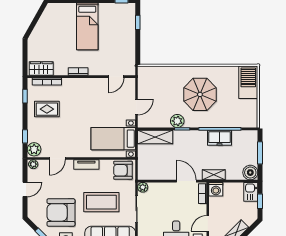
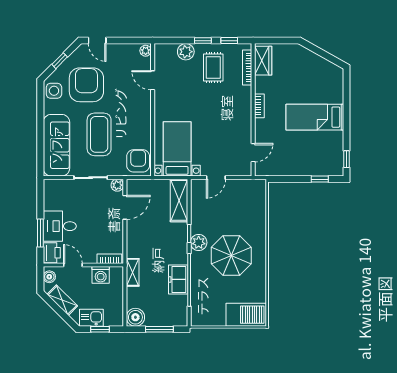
door: (116, 77) -> (253, 153), swing flipped
door: (137, 107) -> (216, 178), hinge flipped
plant: (177, 121) -> (199, 243), moved
window: (25, 136) -> (203, 41), moved
plant: (34, 149) -> (186, 52), moved
tv unit: (86, 165) -> (145, 116), removed
door: (186, 181) -> (125, 207), moved
door: (25, 189) -> (97, 41), moved
washing machine: (216, 189) -> (101, 275), moved, turned -90
kitchen sink: (251, 192) -> (91, 318), moved

